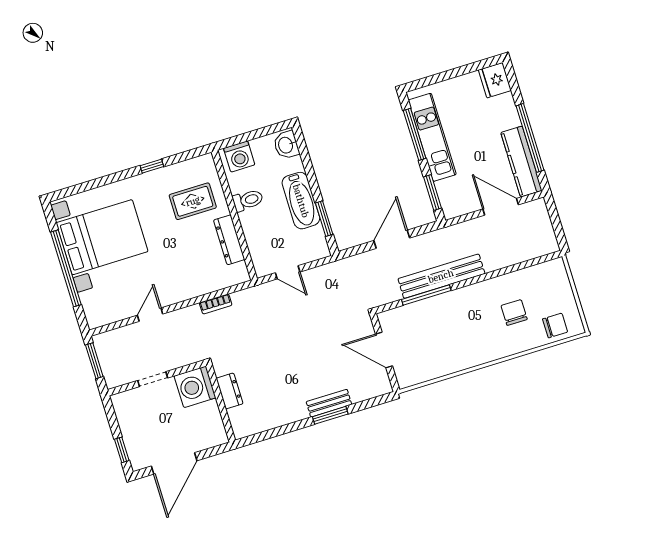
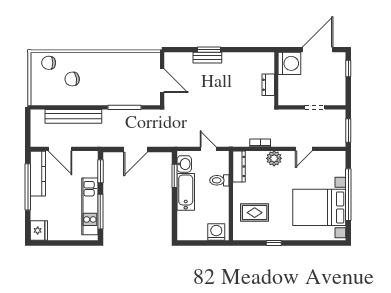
washbasin: (286, 145) -> (184, 164), moved
toilet: (248, 200) -> (219, 180), moved
dresser: (229, 240) -> (239, 166), moved
bench: (441, 276) -> (73, 116), moved
plant: (189, 288) -> (274, 158), added
chair: (514, 313) -> (72, 79), turned 81
washing machine: (195, 387) -> (289, 63), moved

